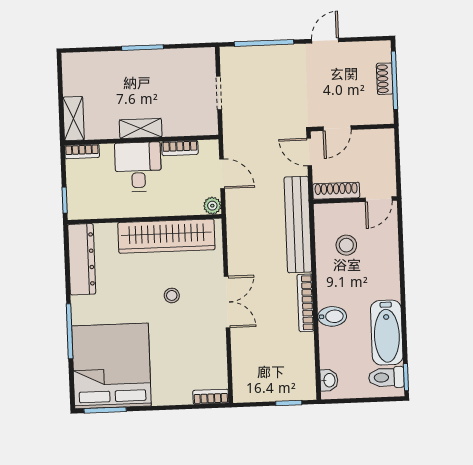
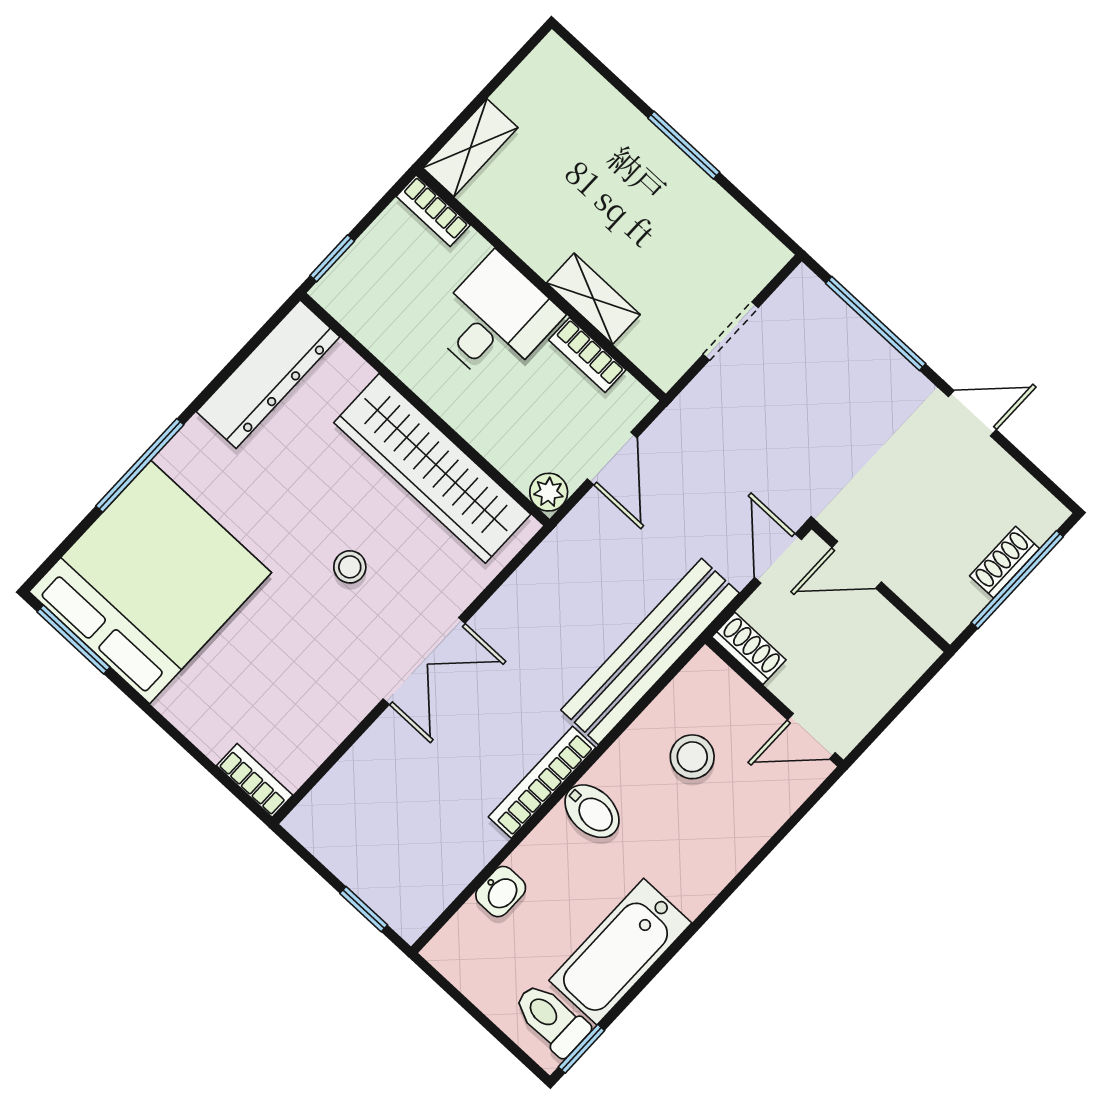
shelving: (141, 128) -> (593, 299), moved
shoe rack: (336, 191) -> (749, 648), width x0.70
bidet: (332, 316) -> (592, 811), moved
washbasin: (329, 380) -> (501, 892), moved

